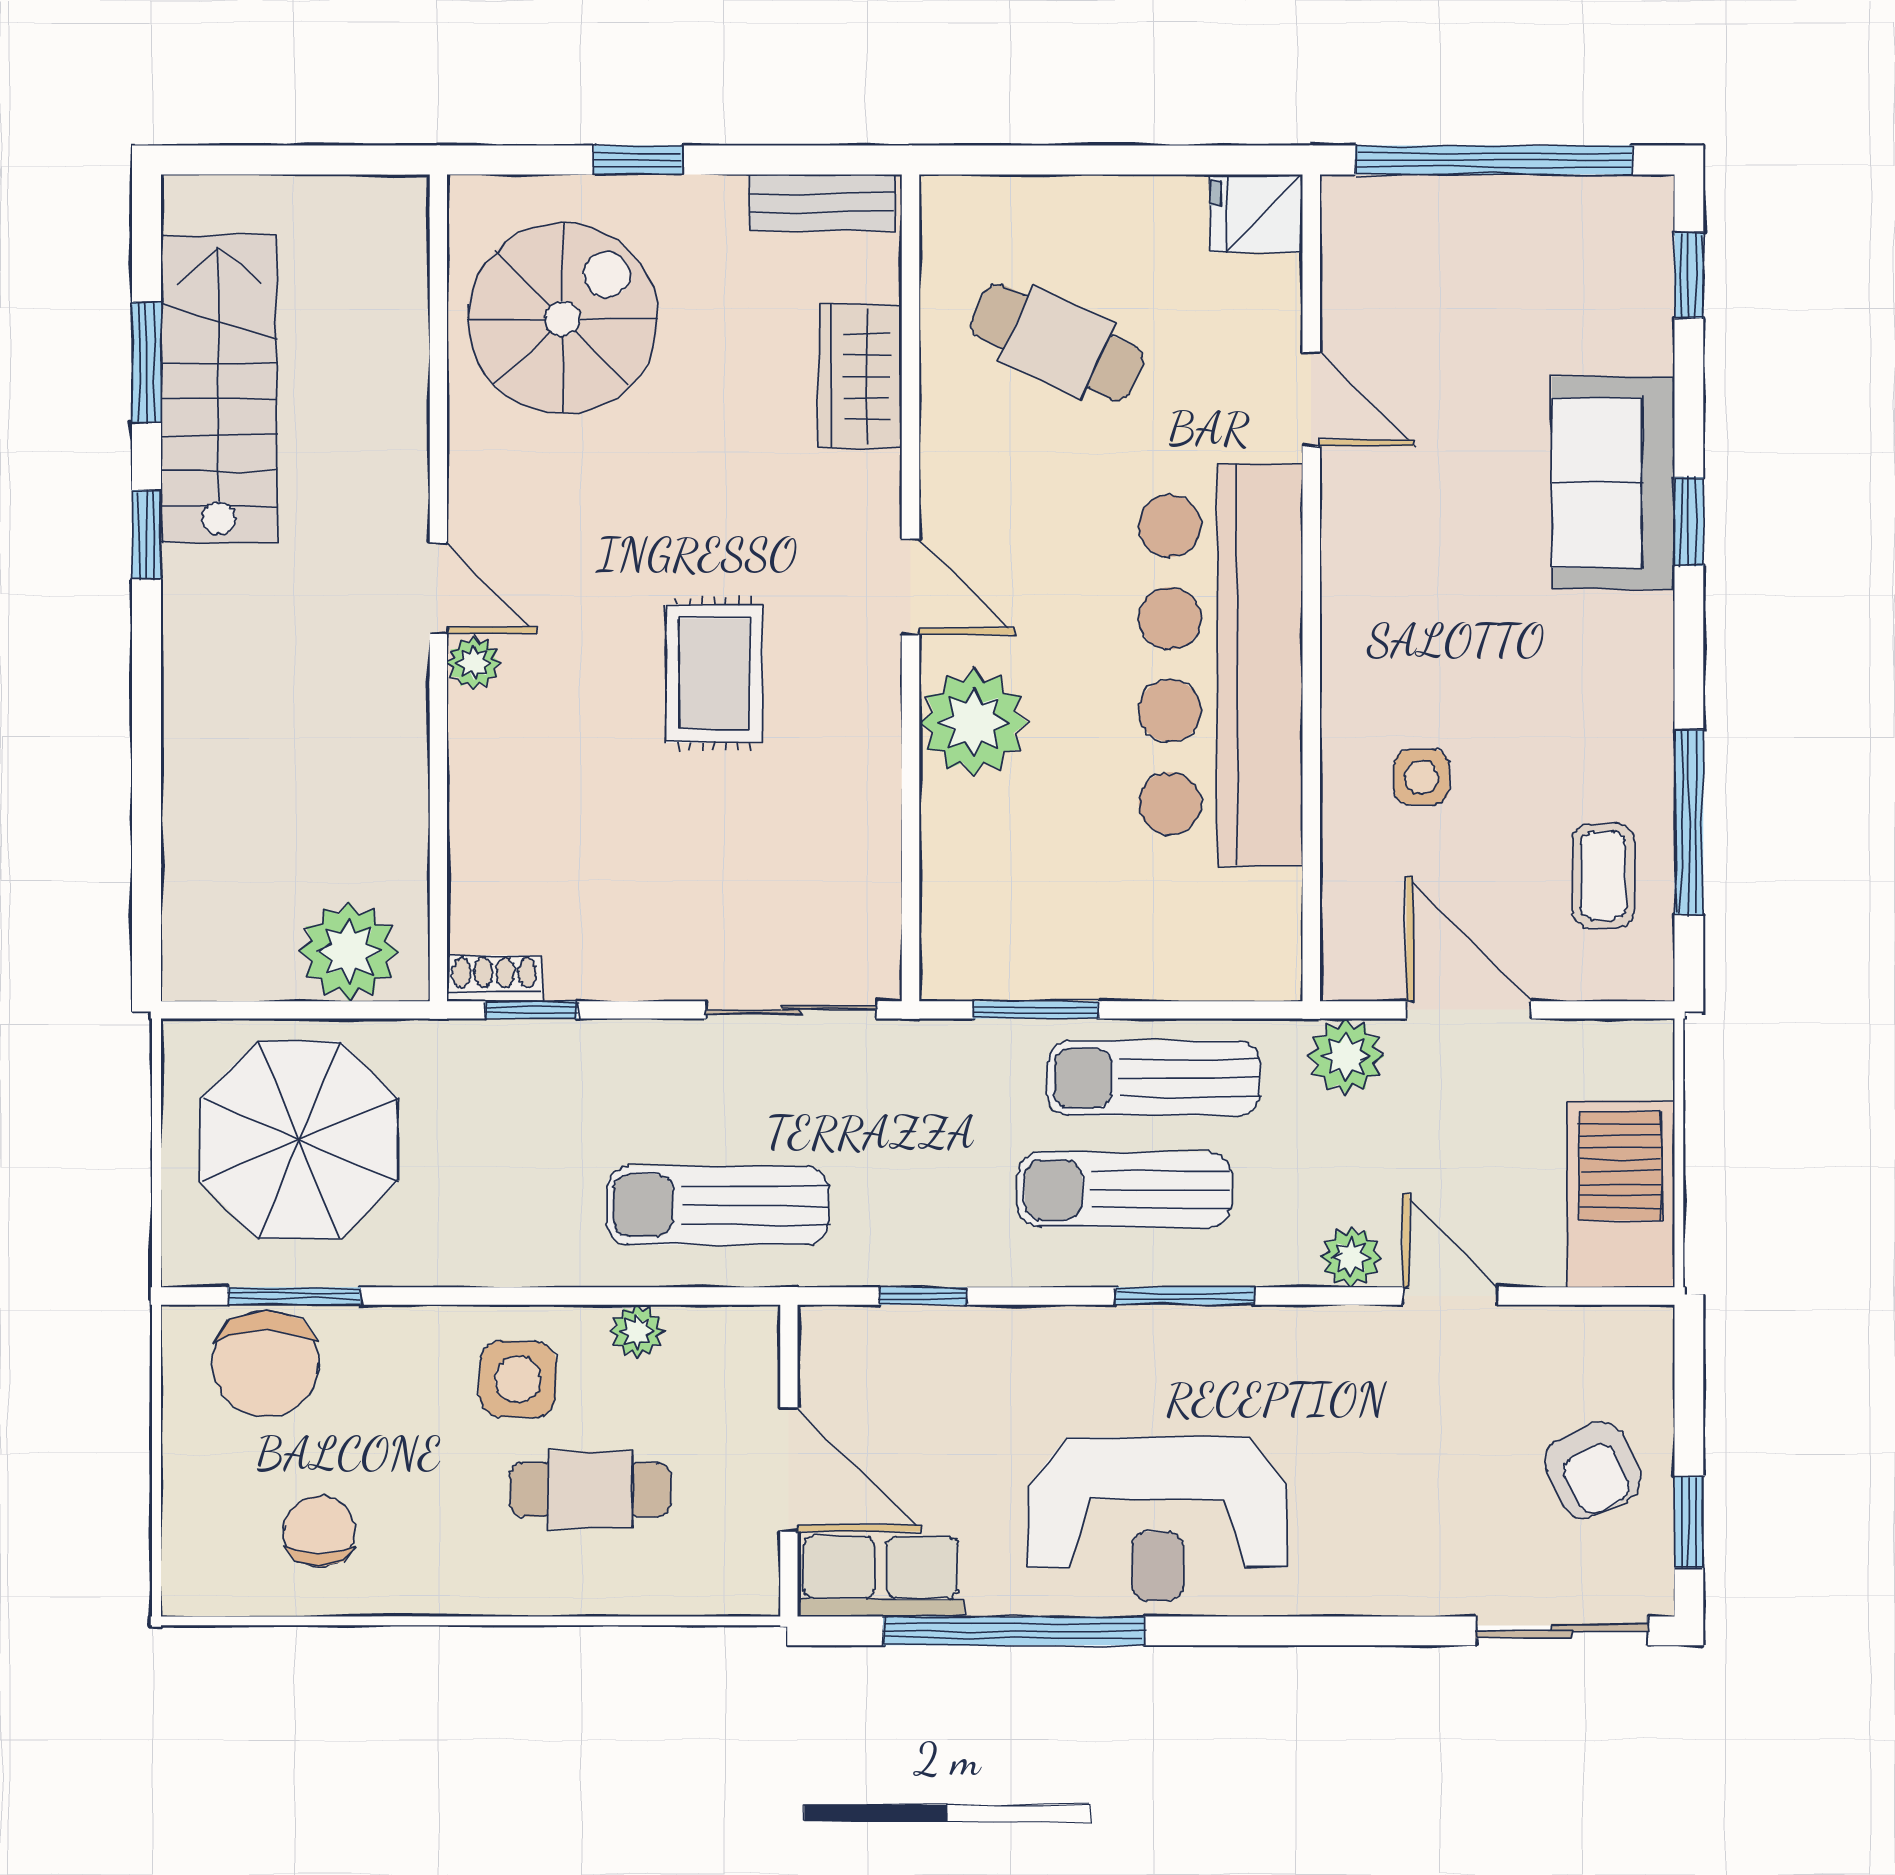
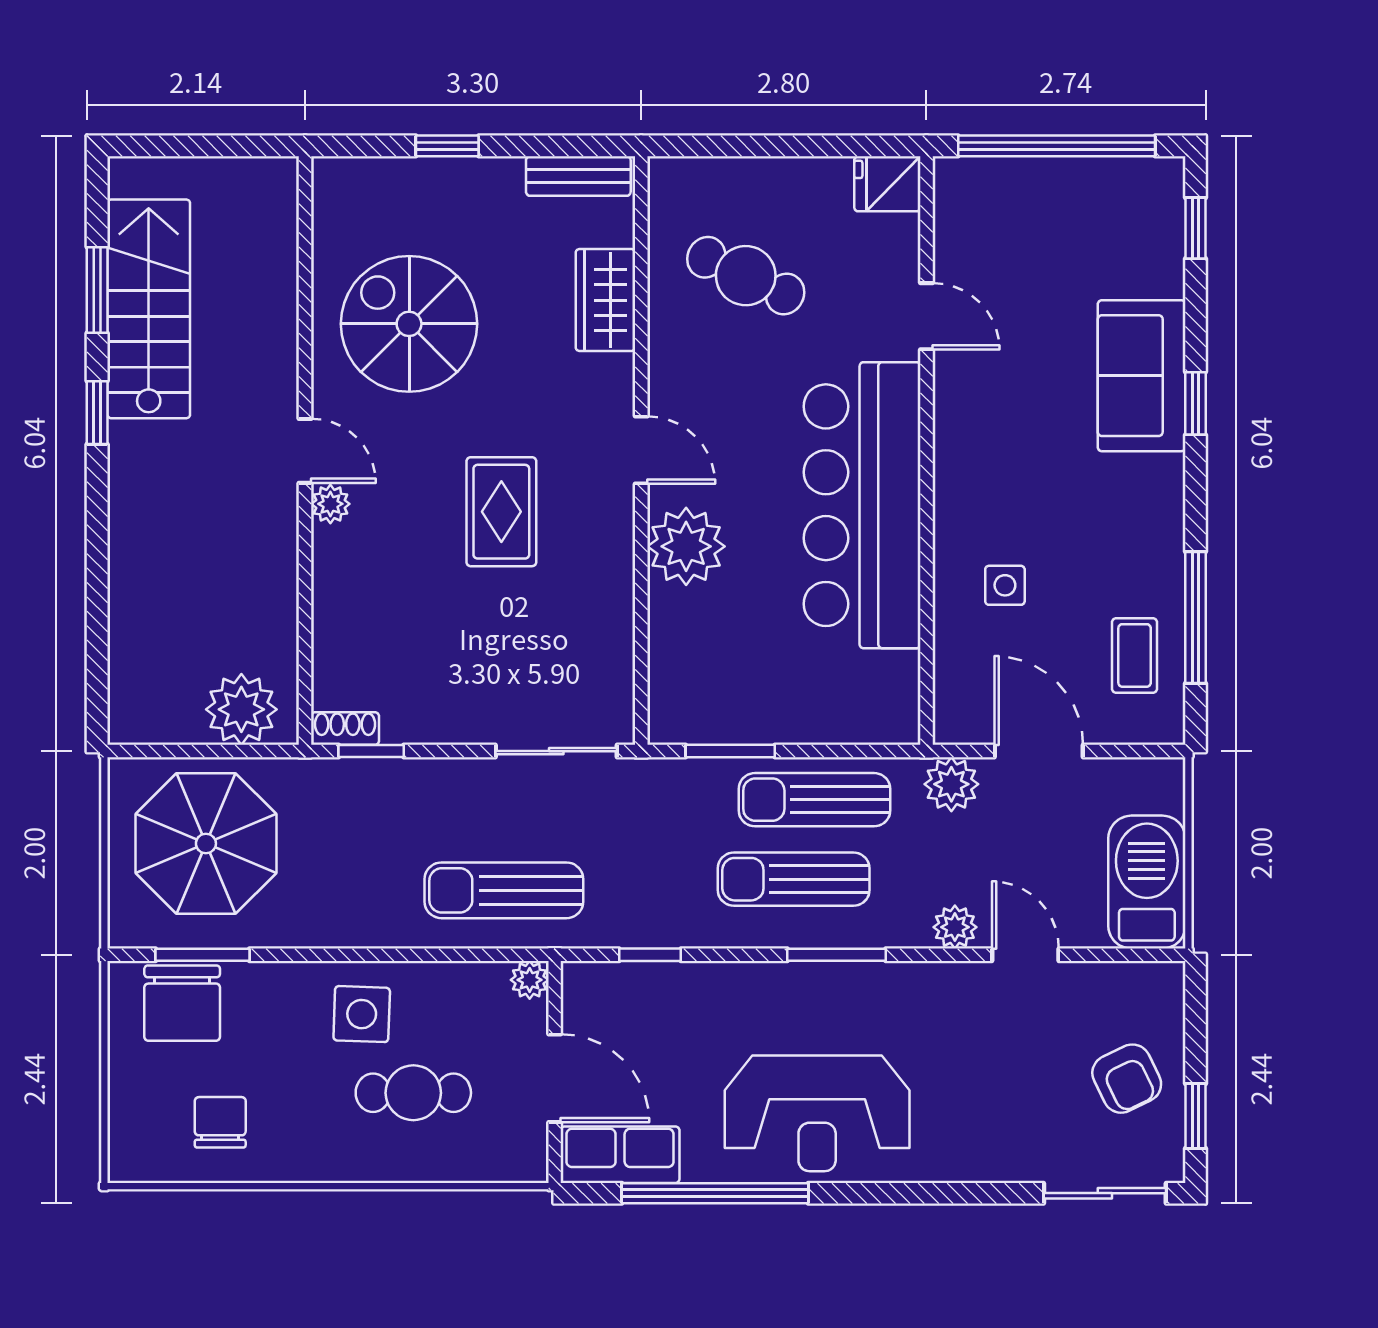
spiral stairs: (563, 319) -> (409, 324), moved, turned -90
plant: (637, 1331) -> (530, 980), moved

